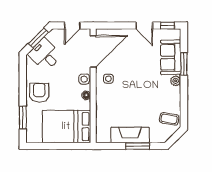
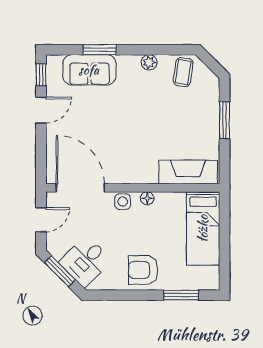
door: (72, 26) -> (41, 220), hinge flipped
side table: (108, 79) -> (122, 165), removed
plant: (176, 81) -> (149, 62), moved
bed: (66, 127) -> (203, 229), width x0.67
fireplace: (130, 135) -> (188, 172), moved, turned 90

